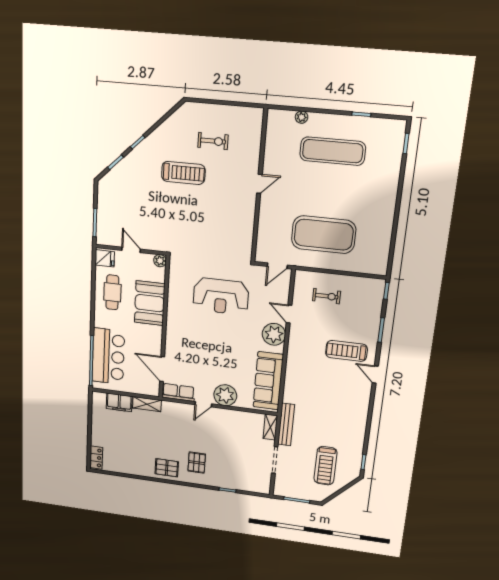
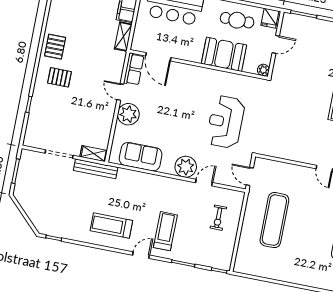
exercise mat: (324, 235) -> (274, 220), width x0.68
door: (162, 369) -> (158, 57), swing flipped
sofa: (268, 381) -> (141, 157), width x0.73
treadmill: (325, 466) -> (111, 226), moved

